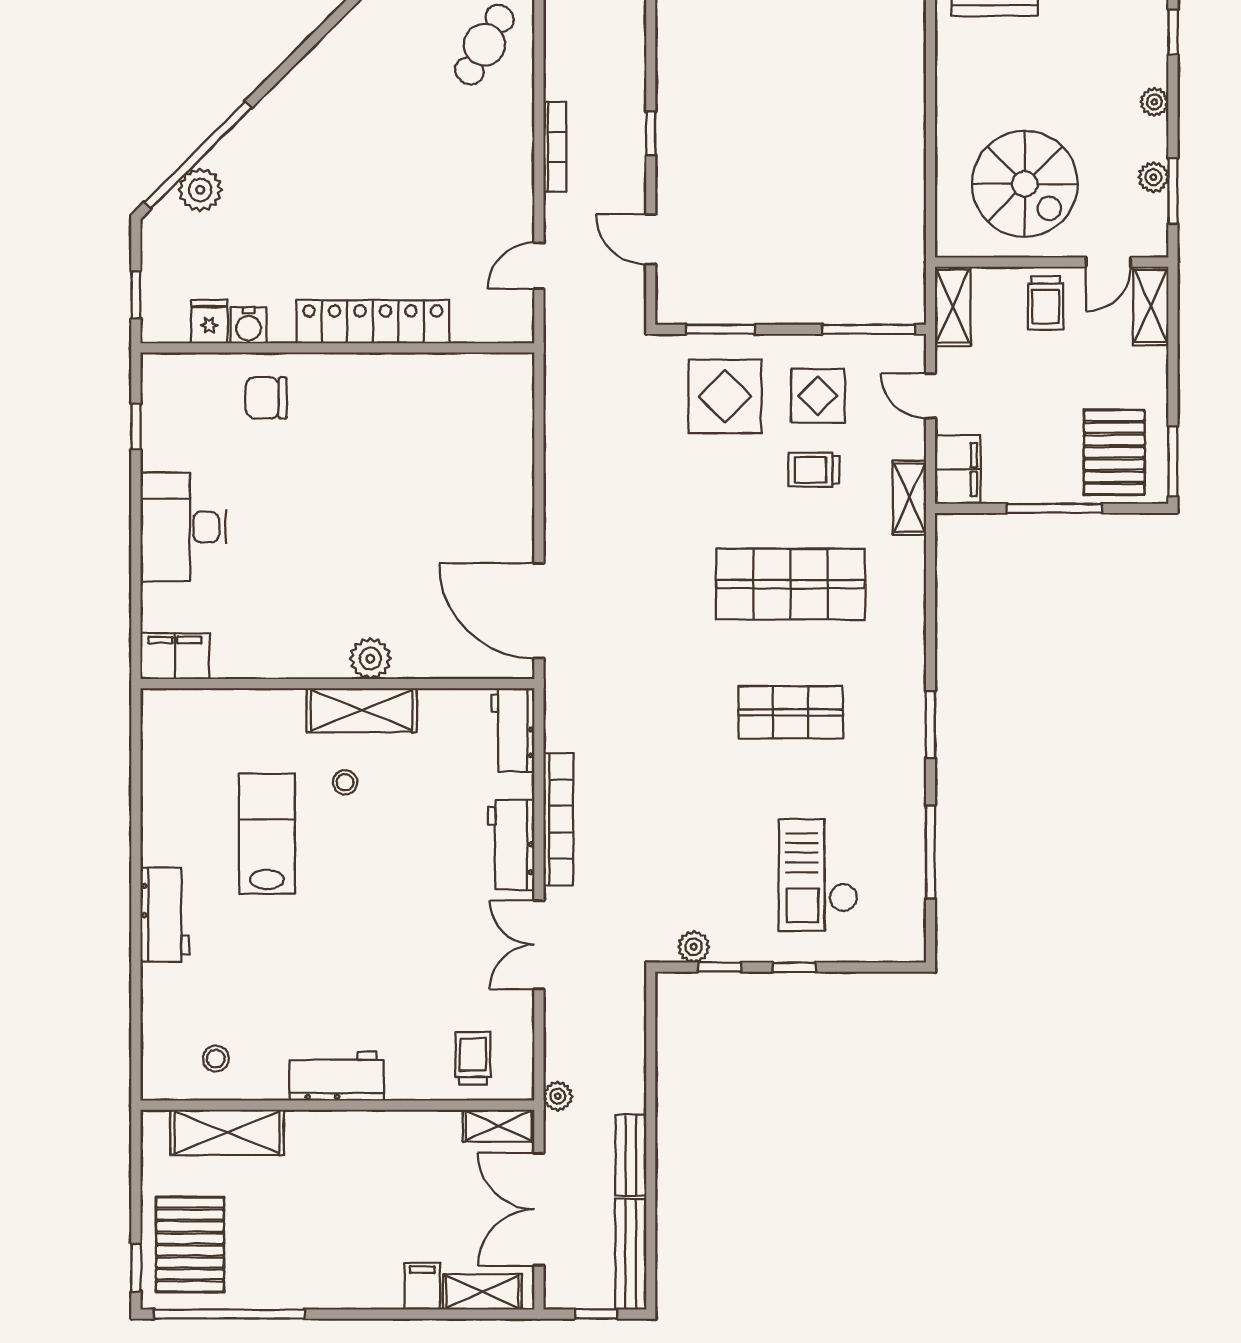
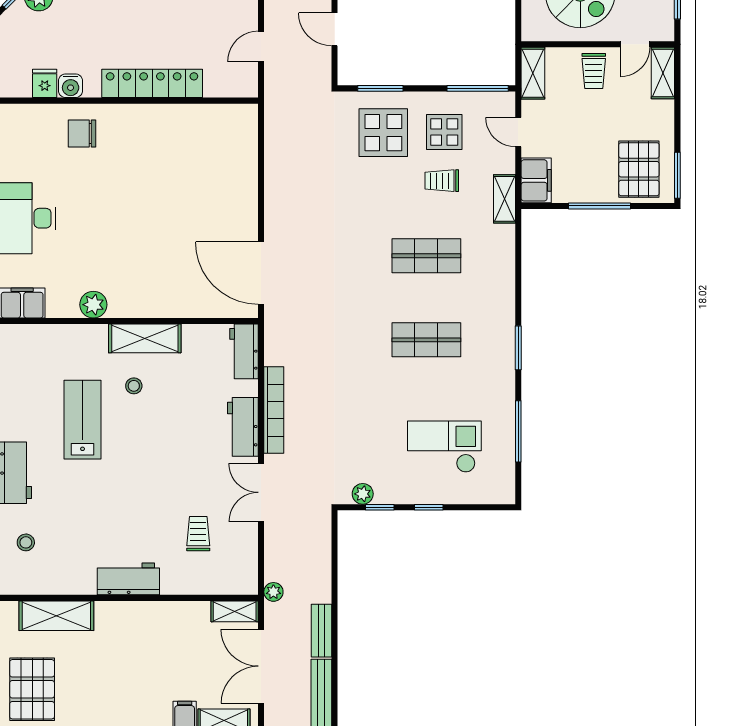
shop shelf: (791, 584) -> (426, 256), width x0.70, depth x0.74
plant: (370, 659) -> (93, 305), moved
checkout: (818, 875) -> (444, 447), turned 90
trolley: (473, 1058) -> (198, 534), moved
stool: (216, 1059) -> (26, 542), moved

